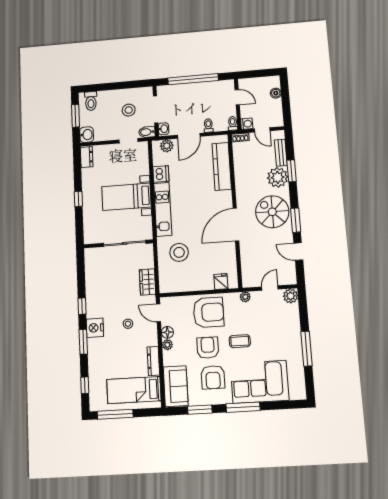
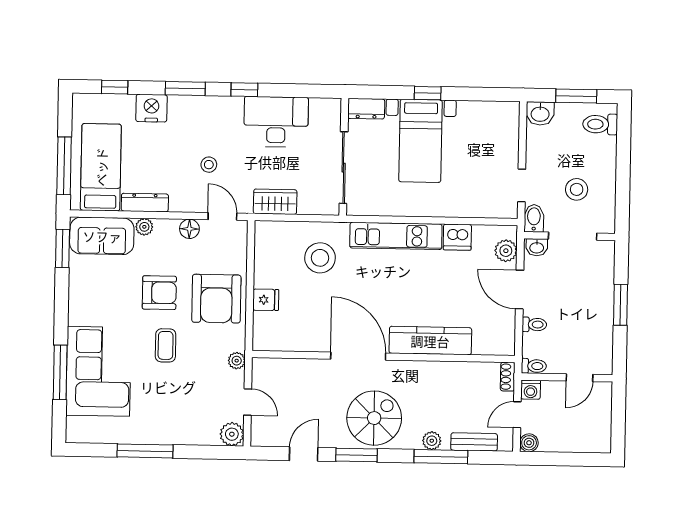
window: (193, 79) -> (620, 305), width x0.47
boiler: (276, 93) -> (529, 443), moved
dresser: (87, 157) -> (366, 109), moved
kitchen counter: (222, 166) -> (430, 341), moved
window: (292, 171) -> (441, 457), width x1.44
plant: (278, 177) -> (432, 441), width x0.53, depth x0.53
bed with nightstands: (126, 197) -> (420, 141), moved, turned 180
fridge: (221, 282) -> (266, 300), moved
desk: (100, 286) -> (276, 122), added
door: (159, 313) -> (222, 216), hinge flipped
nightstand: (95, 328) -> (151, 108), moved
plant: (167, 345) -> (144, 227), moved
armchair: (213, 377) -> (111, 297), removed
window: (243, 407) -> (60, 372), moved
window: (200, 410) -> (62, 248), moved
window: (115, 414) -> (64, 166), moved

